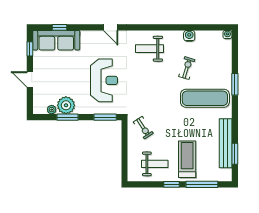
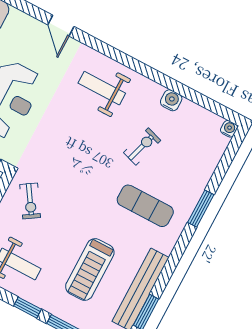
exercise mat: (205, 98) -> (145, 206), width x0.73, depth x0.69
treadmill: (187, 159) -> (90, 270), moved, turned 180

